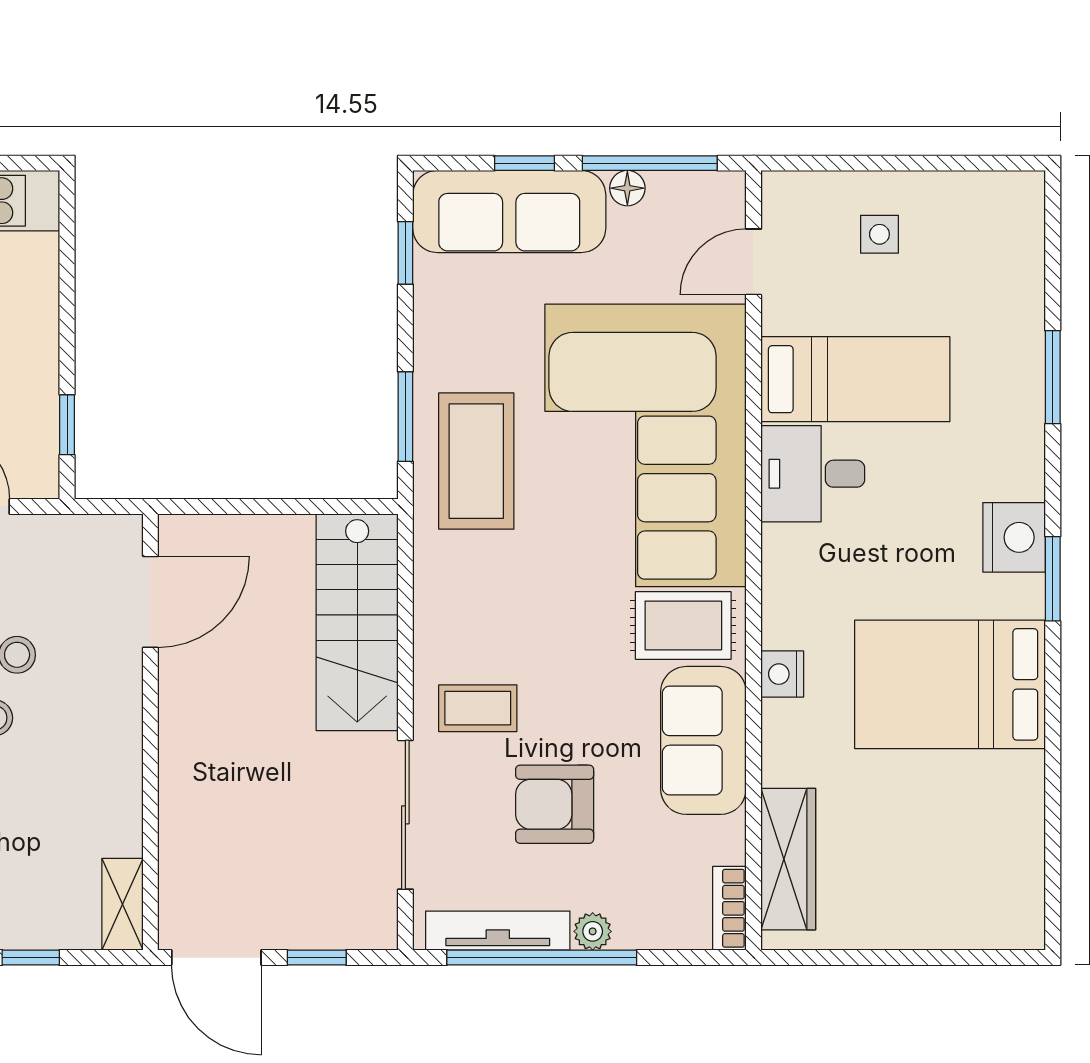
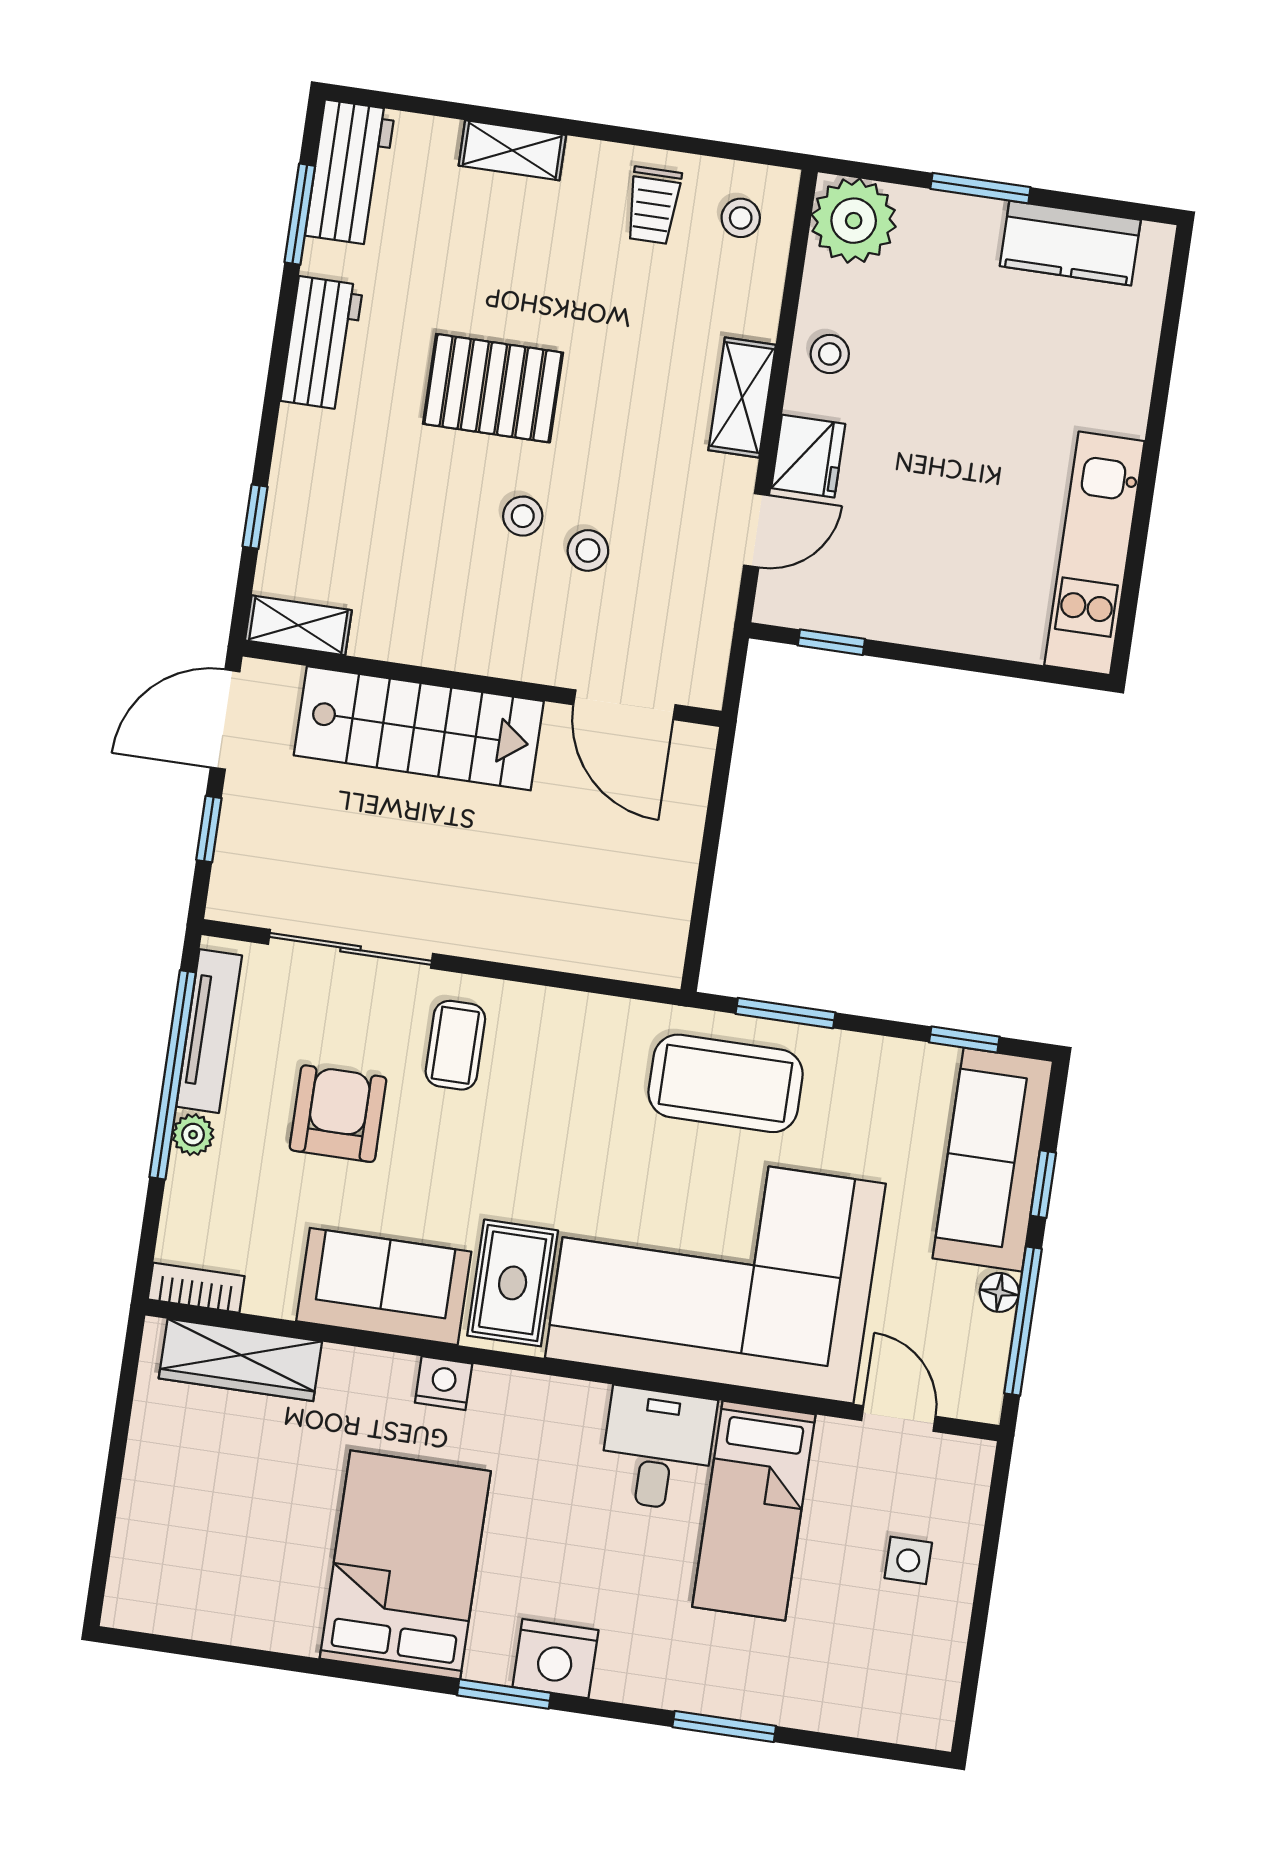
stairs: (357, 622) -> (419, 728), moved, turned 180

